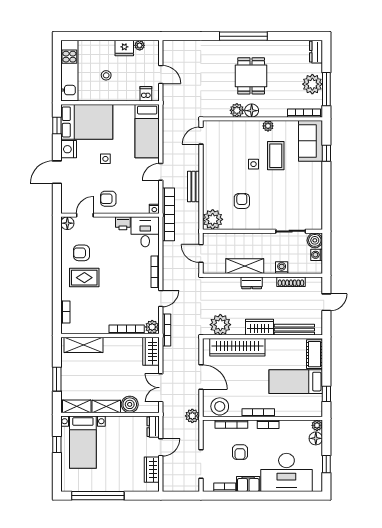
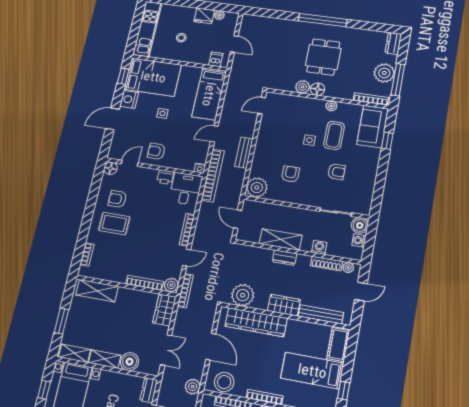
armchair: (284, 192) -> (336, 172), added
plant: (311, 282) -> (348, 268), added
double door: (161, 388) -> (166, 350), swing flipped

